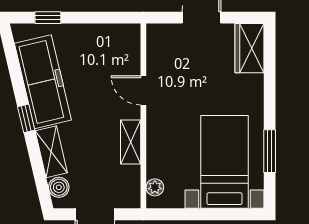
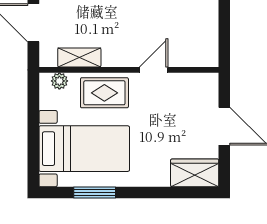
rug: (167, 141) -> (104, 93), added
shelving: (131, 142) -> (79, 57), moved

